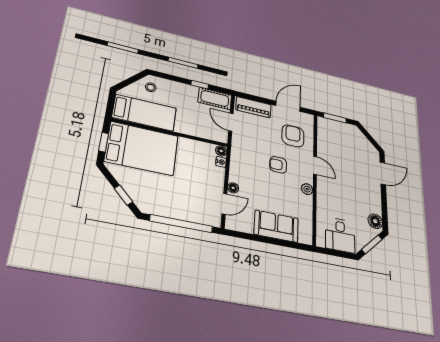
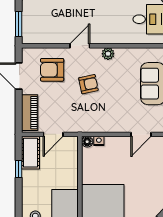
armchair: (278, 165) -> (88, 84), turned -102
floor lamp: (233, 188) -> (123, 127), removed
door: (224, 204) -> (141, 134), swing flipped

